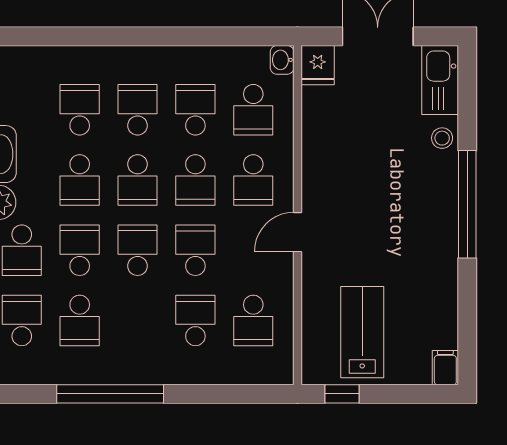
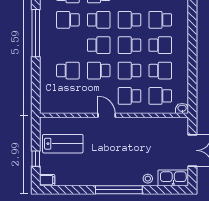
fridge: (318, 65) -> (180, 124), removed
school desk: (80, 110) -> (160, 20), turned 180
school desk: (195, 250) -> (99, 71), turned 180
school desk: (253, 320) -> (68, 96), removed
window: (342, 394) -> (36, 159), moved

